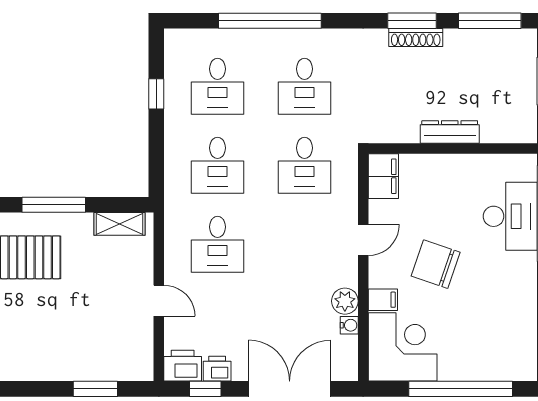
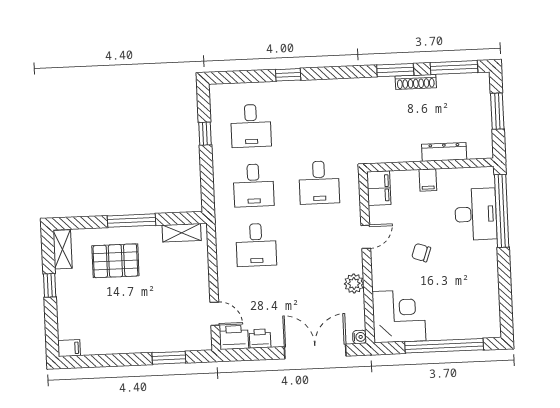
window: (270, 21) -> (288, 75), width x0.32
shoe rack: (416, 38) -> (416, 82), moved
desk: (305, 86) -> (316, 123), removed
dresser: (450, 132) -> (444, 152), moved
chair: (436, 264) -> (421, 253), width x0.54, depth x0.54
filing cabinet: (383, 300) -> (428, 180), moved, turned 90
door: (159, 301) -> (215, 314), moved
water cooler: (349, 325) -> (360, 337), moved
window: (205, 389) -> (252, 354), removed

